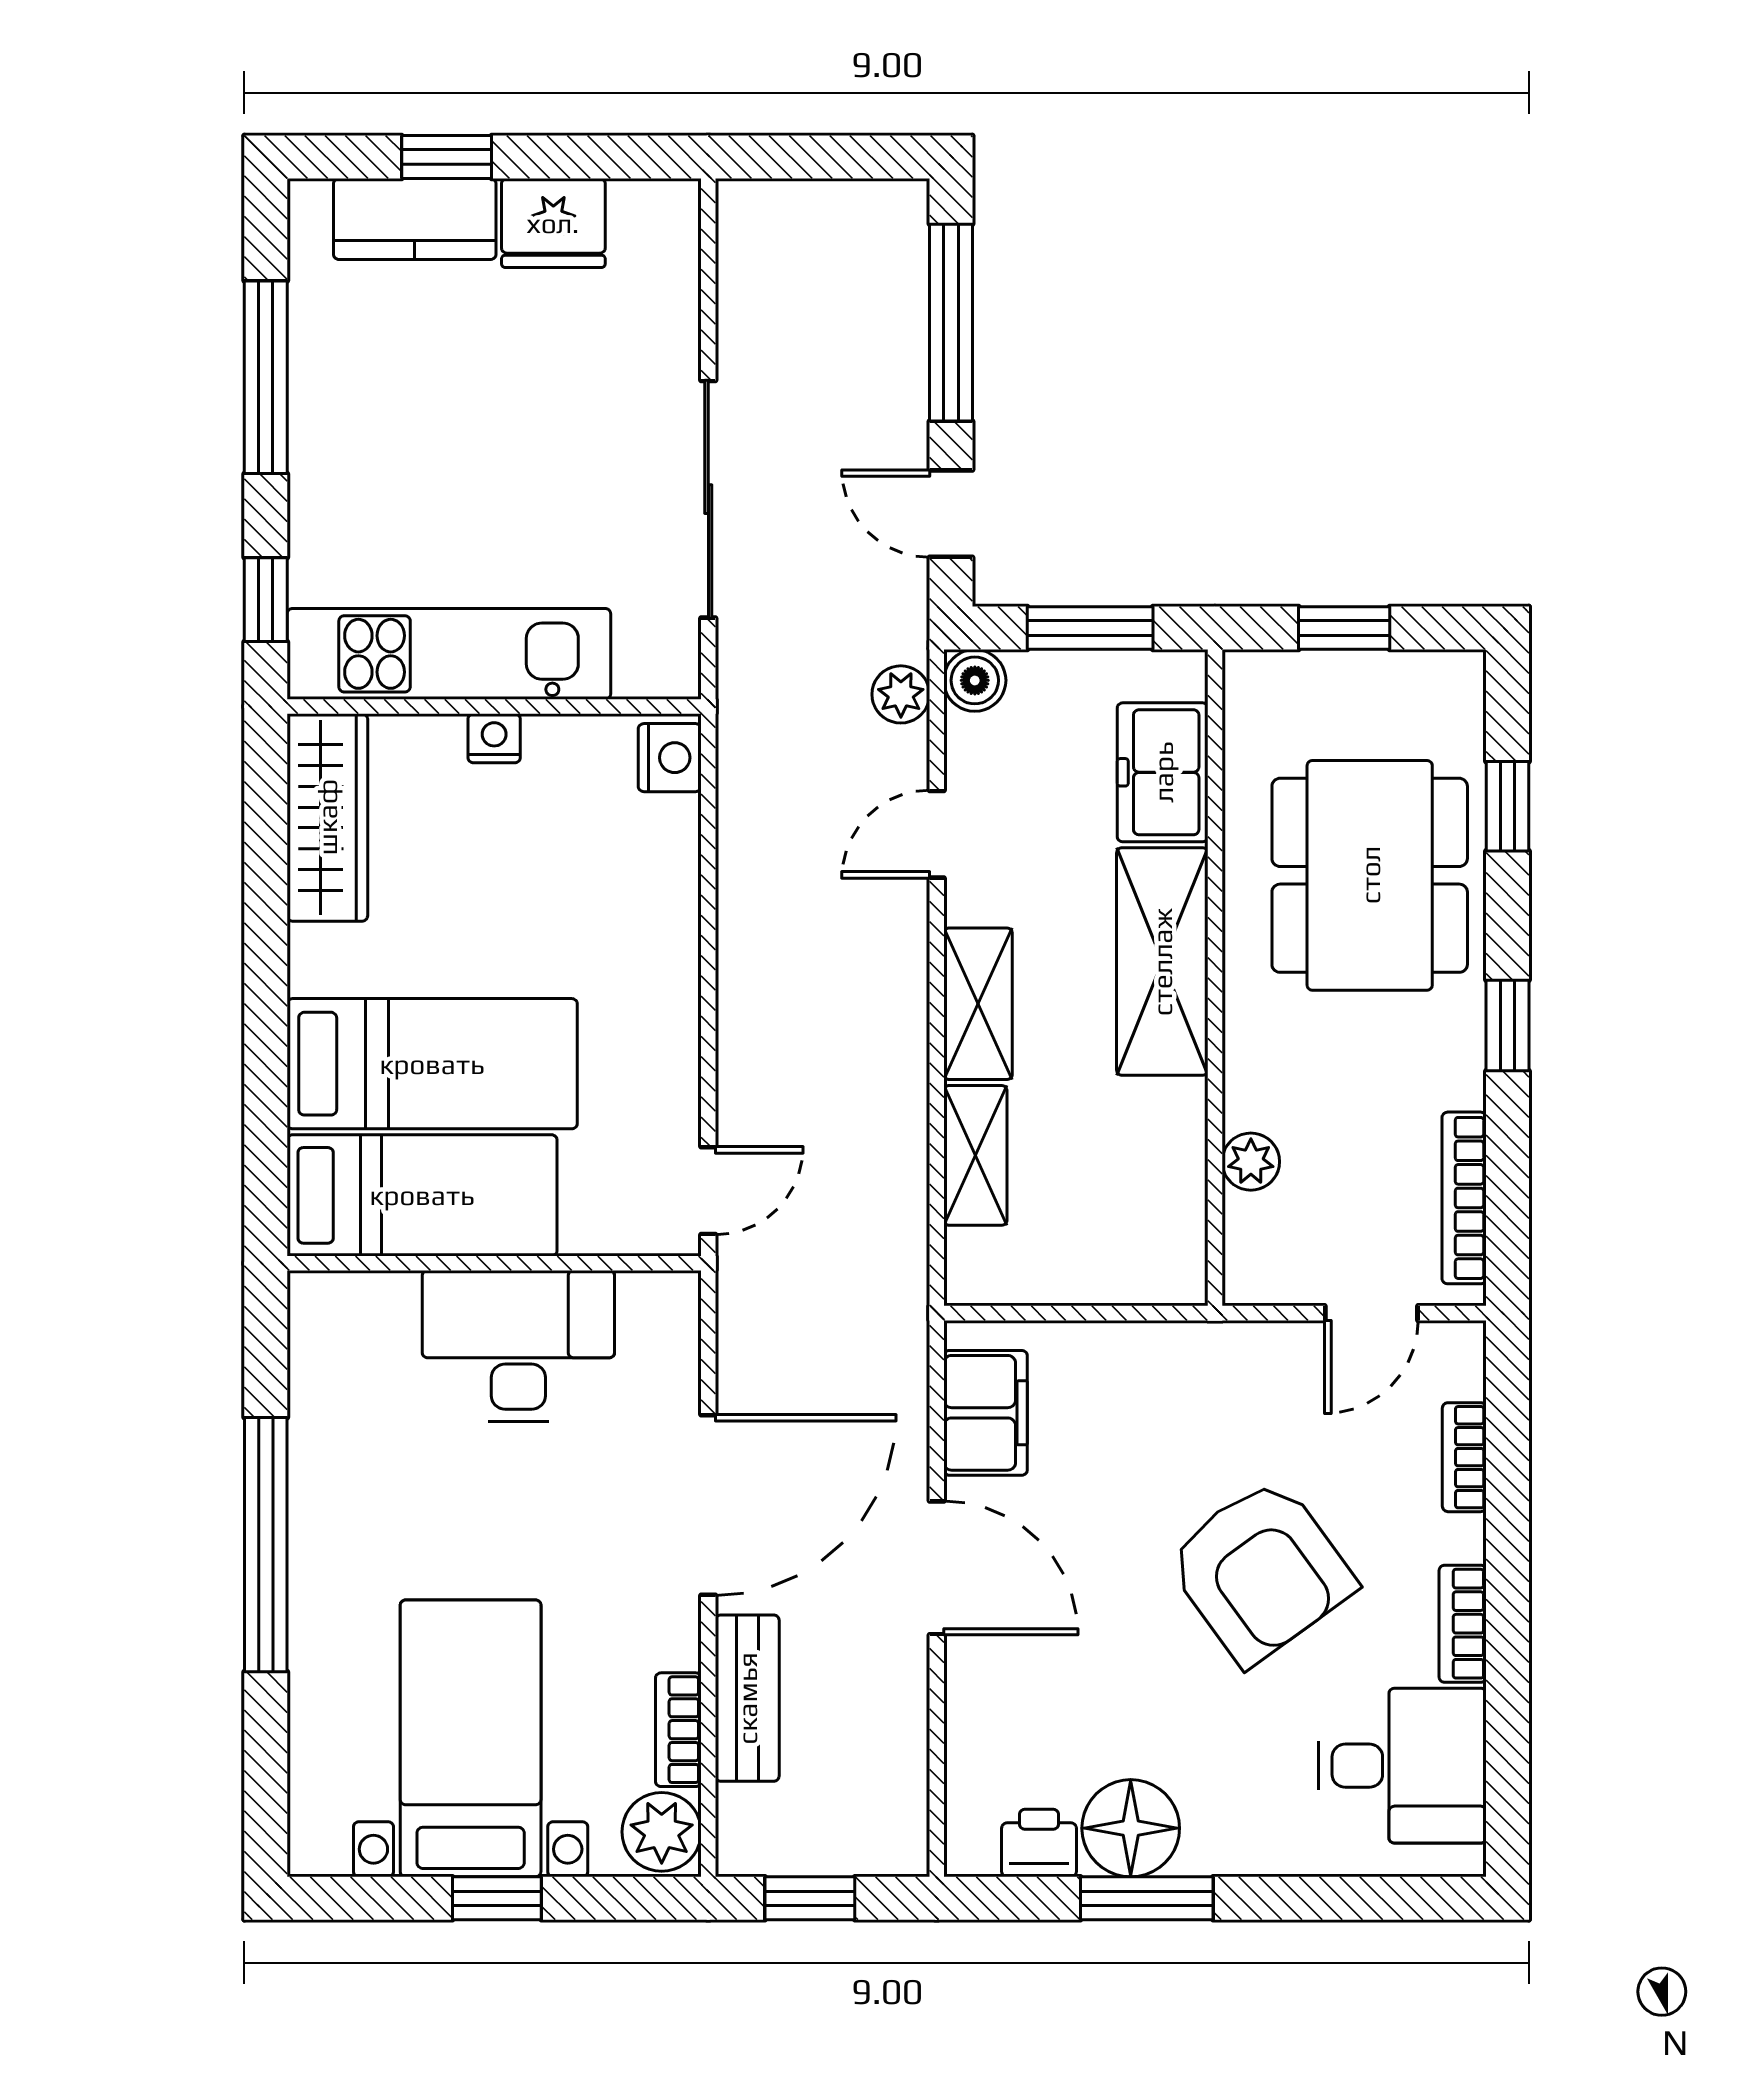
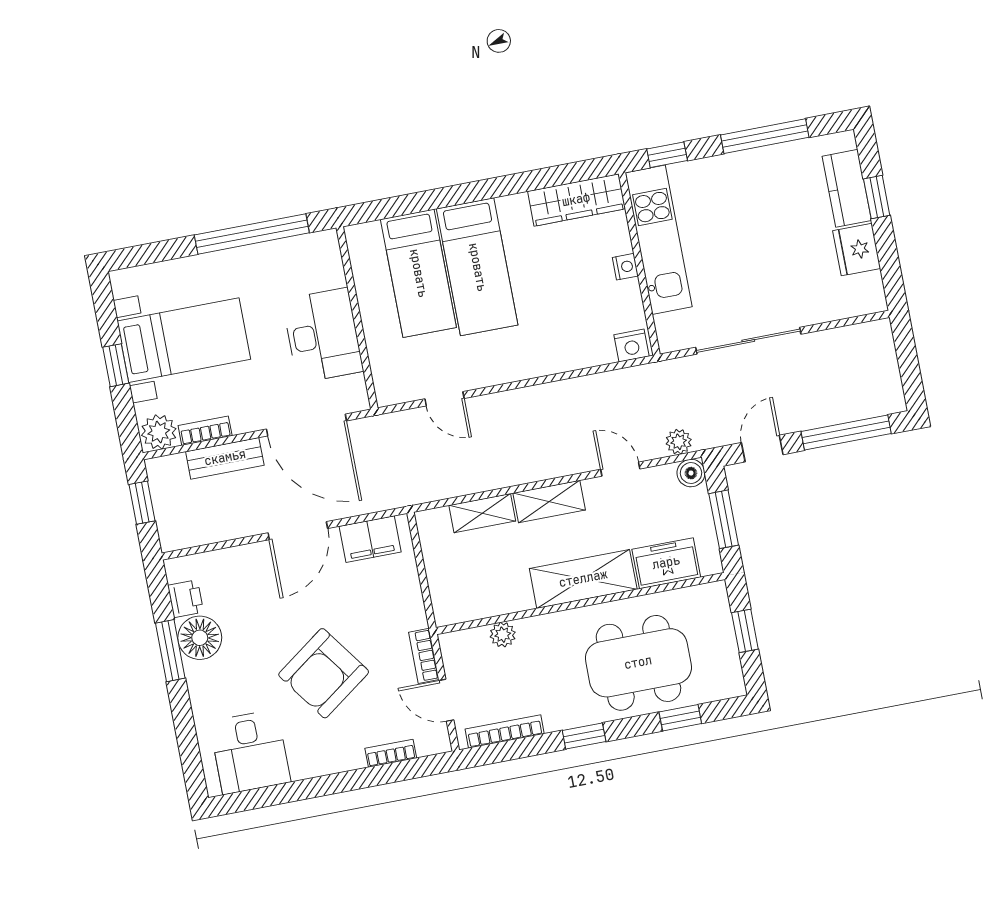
wall: (494, 1263) -> (357, 318), moved
desk: (518, 1346) -> (323, 335), moved
bookcase: (1463, 1624) -> (424, 656), moved, turned -90

